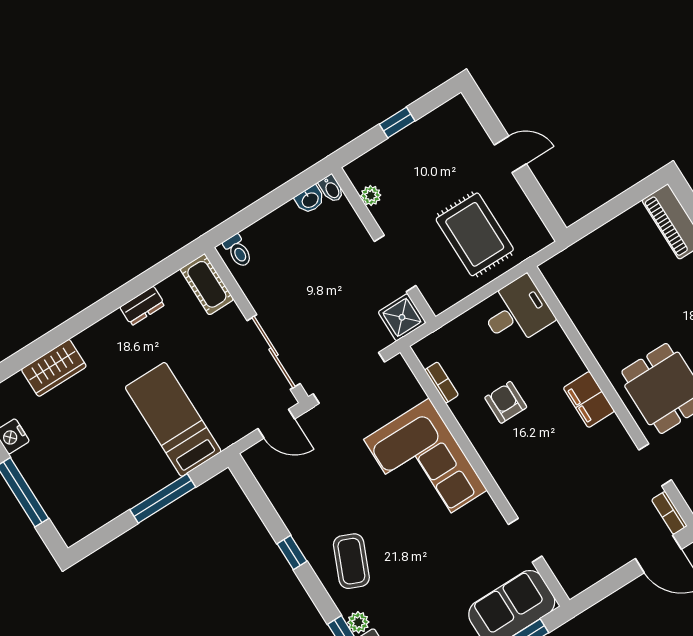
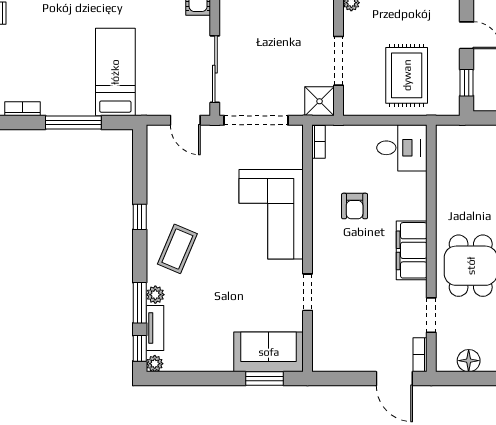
window: (541, 203) -> (467, 83), added
bookcase: (442, 383) -> (319, 142), moved
filing cabinet: (589, 399) -> (412, 250), width x1.50, depth x1.17
armchair: (506, 402) -> (355, 206), turned 180
bookcase: (102, 517) -> (23, 109), added
doorway: (525, 540) -> (308, 292), moved

